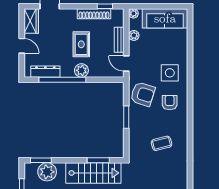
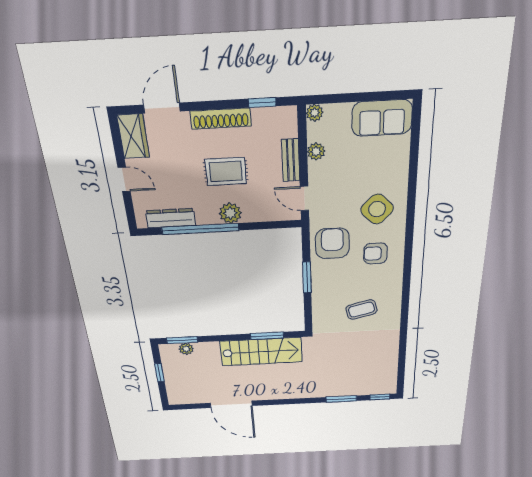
shoe rack: (94, 14) -> (221, 119), moved
sofa: (165, 18) -> (382, 118), width x0.73
rug: (81, 44) -> (226, 171), turned 90
side table: (170, 73) -> (377, 209), turned 45
armchair: (143, 94) -> (332, 243), turned -108
armchair: (170, 103) -> (375, 253), turned -90
plant: (47, 172) -> (186, 349), width x0.53, depth x0.53

